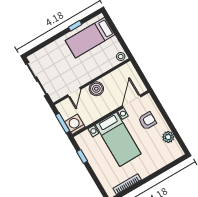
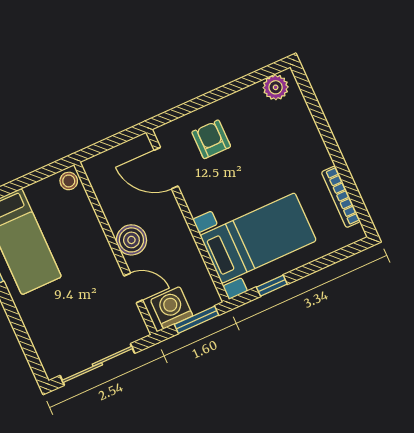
washing machine: (75, 124) -> (172, 308), moved, turned 90
plant: (168, 137) -> (276, 87), moved
bed with nightstands: (118, 139) -> (258, 238), moved

